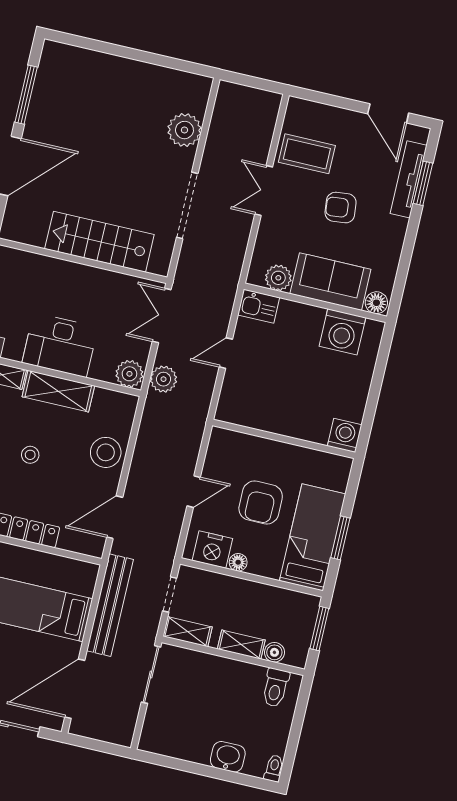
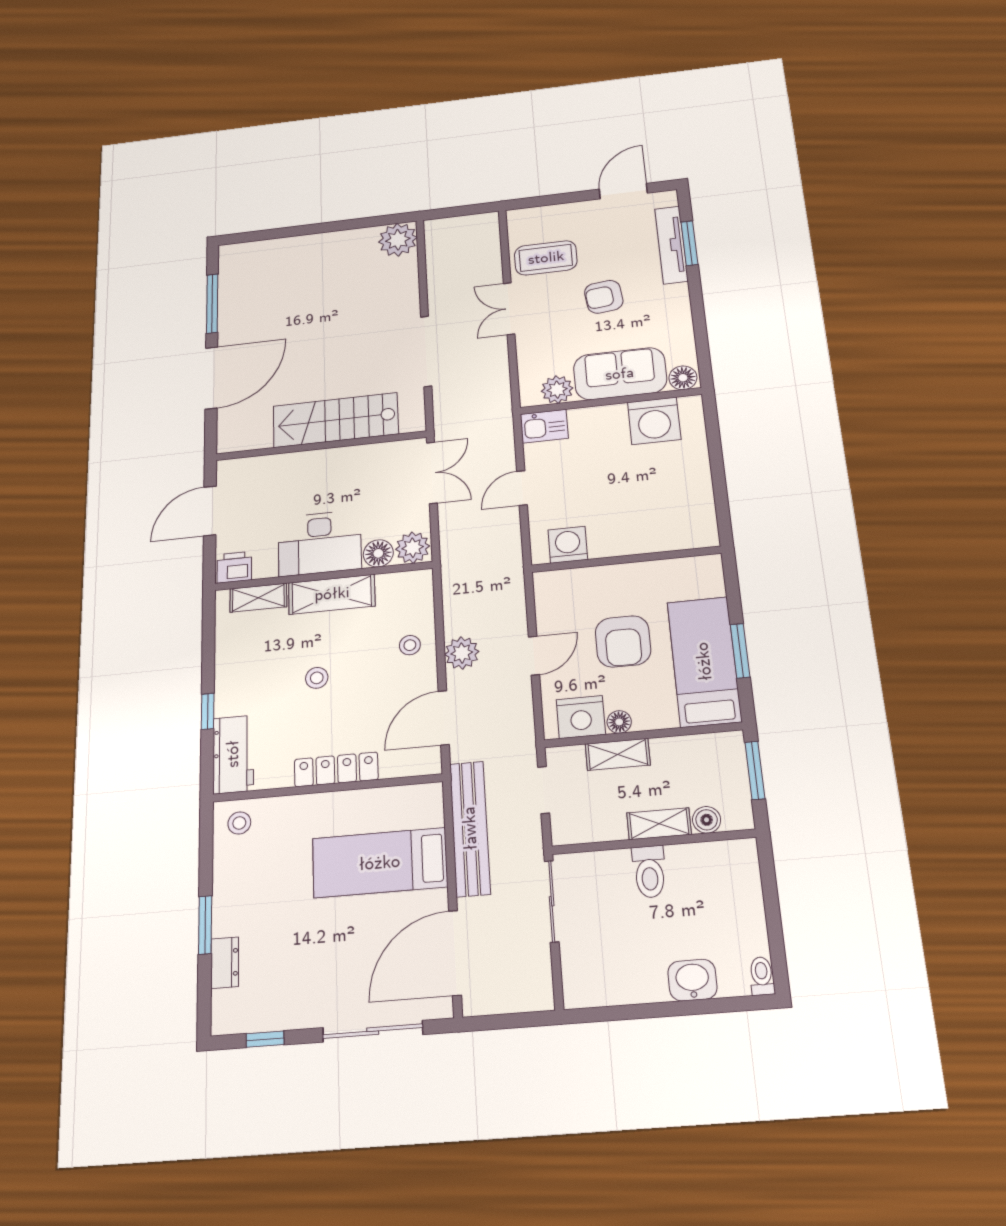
door: (388, 113) -> (623, 191), swing flipped
plant: (184, 130) -> (398, 240), moved
double door: (162, 316) -> (432, 473), swing flipped
floor lamp: (102, 369) -> (378, 553), added
plant: (163, 379) -> (462, 653), moved
washing machine: (345, 435) -> (568, 545), moved
stool: (106, 452) -> (410, 645), width x0.53, depth x0.53
shelving: (188, 632) -> (618, 754), moved
toilet: (276, 688) -> (649, 872), moved

